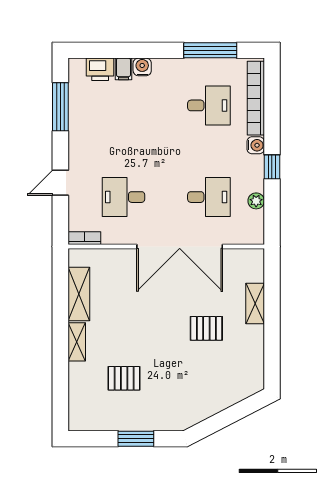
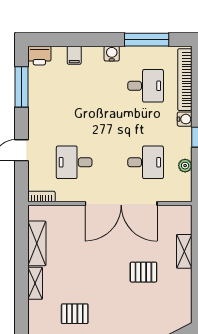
water cooler: (142, 67) -> (112, 54), moved
printer: (100, 69) -> (39, 56), moved

